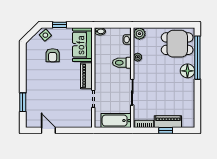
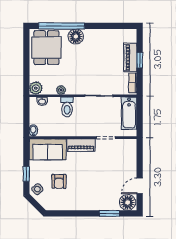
armchair: (53, 55) -> (59, 181), turned 90
floor lamp: (33, 119) -> (128, 202), added

